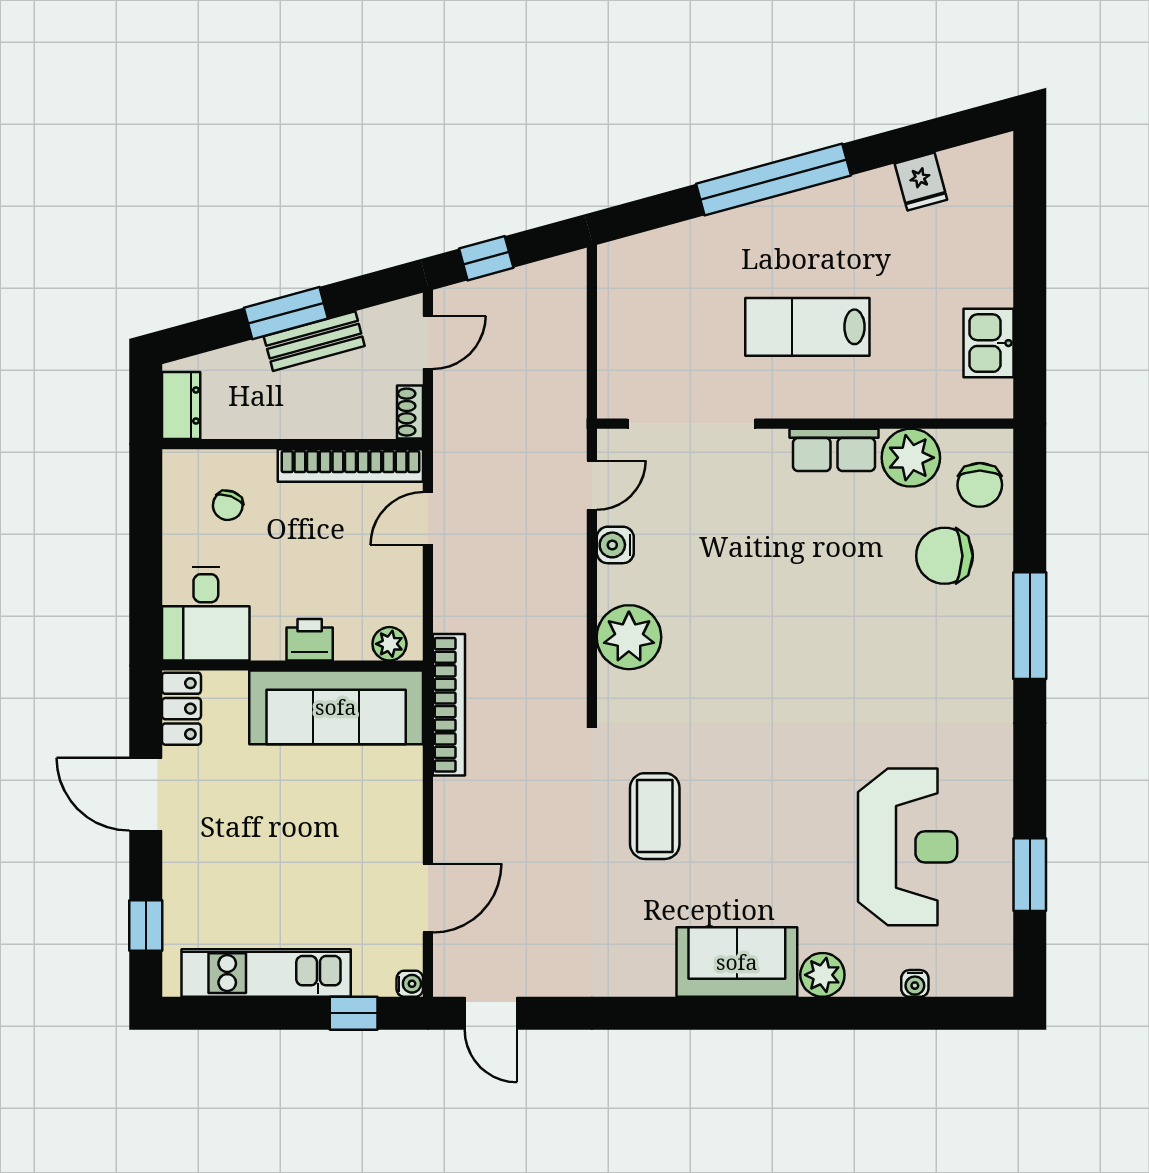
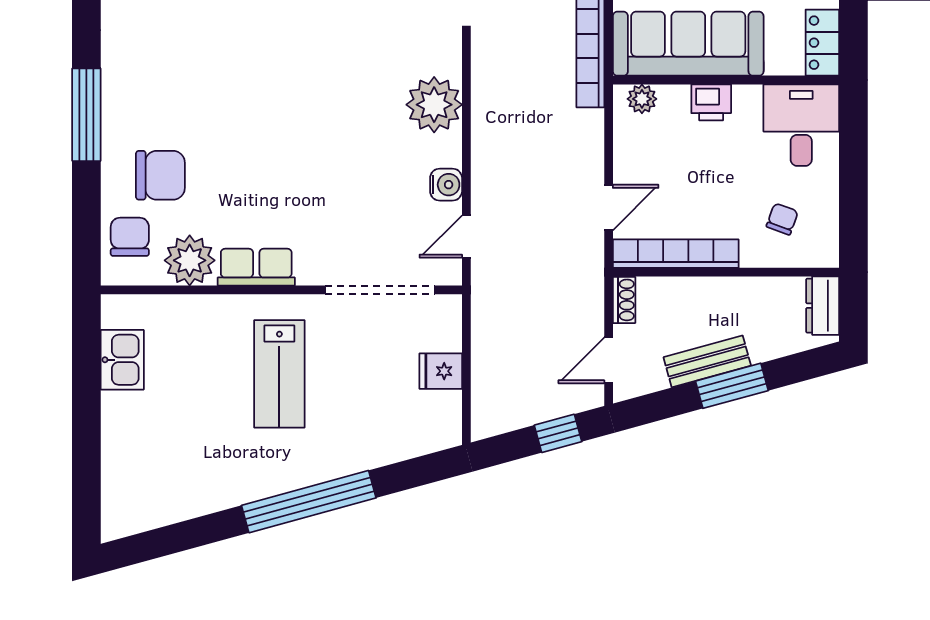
fridge: (921, 182) -> (441, 371), moved, turned -75
lab bench: (807, 327) -> (279, 374), turned 90

